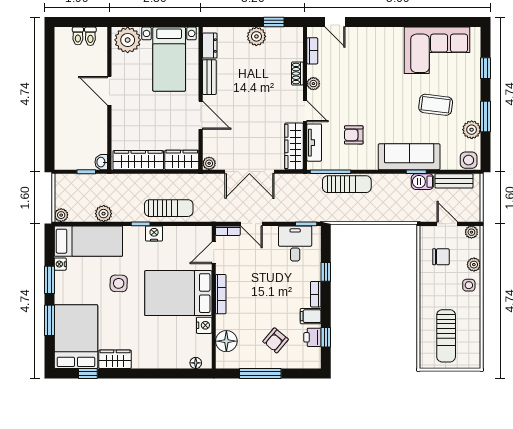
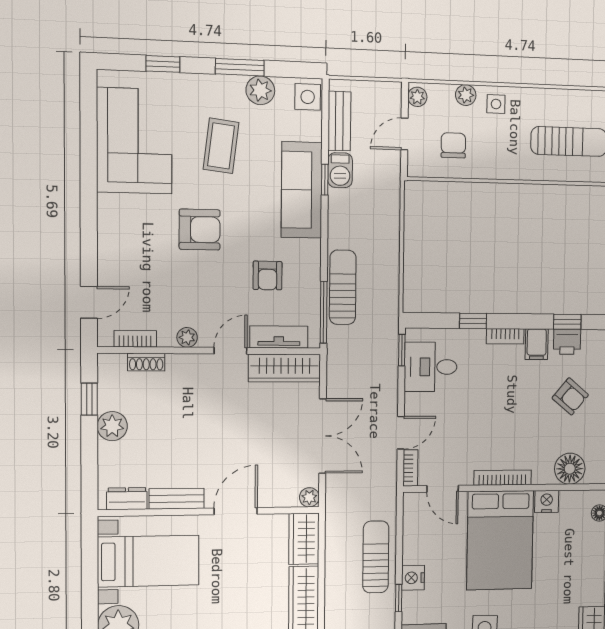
shoe rack: (297, 73) -> (146, 362), moved
armchair: (382, 91) -> (200, 230), added

